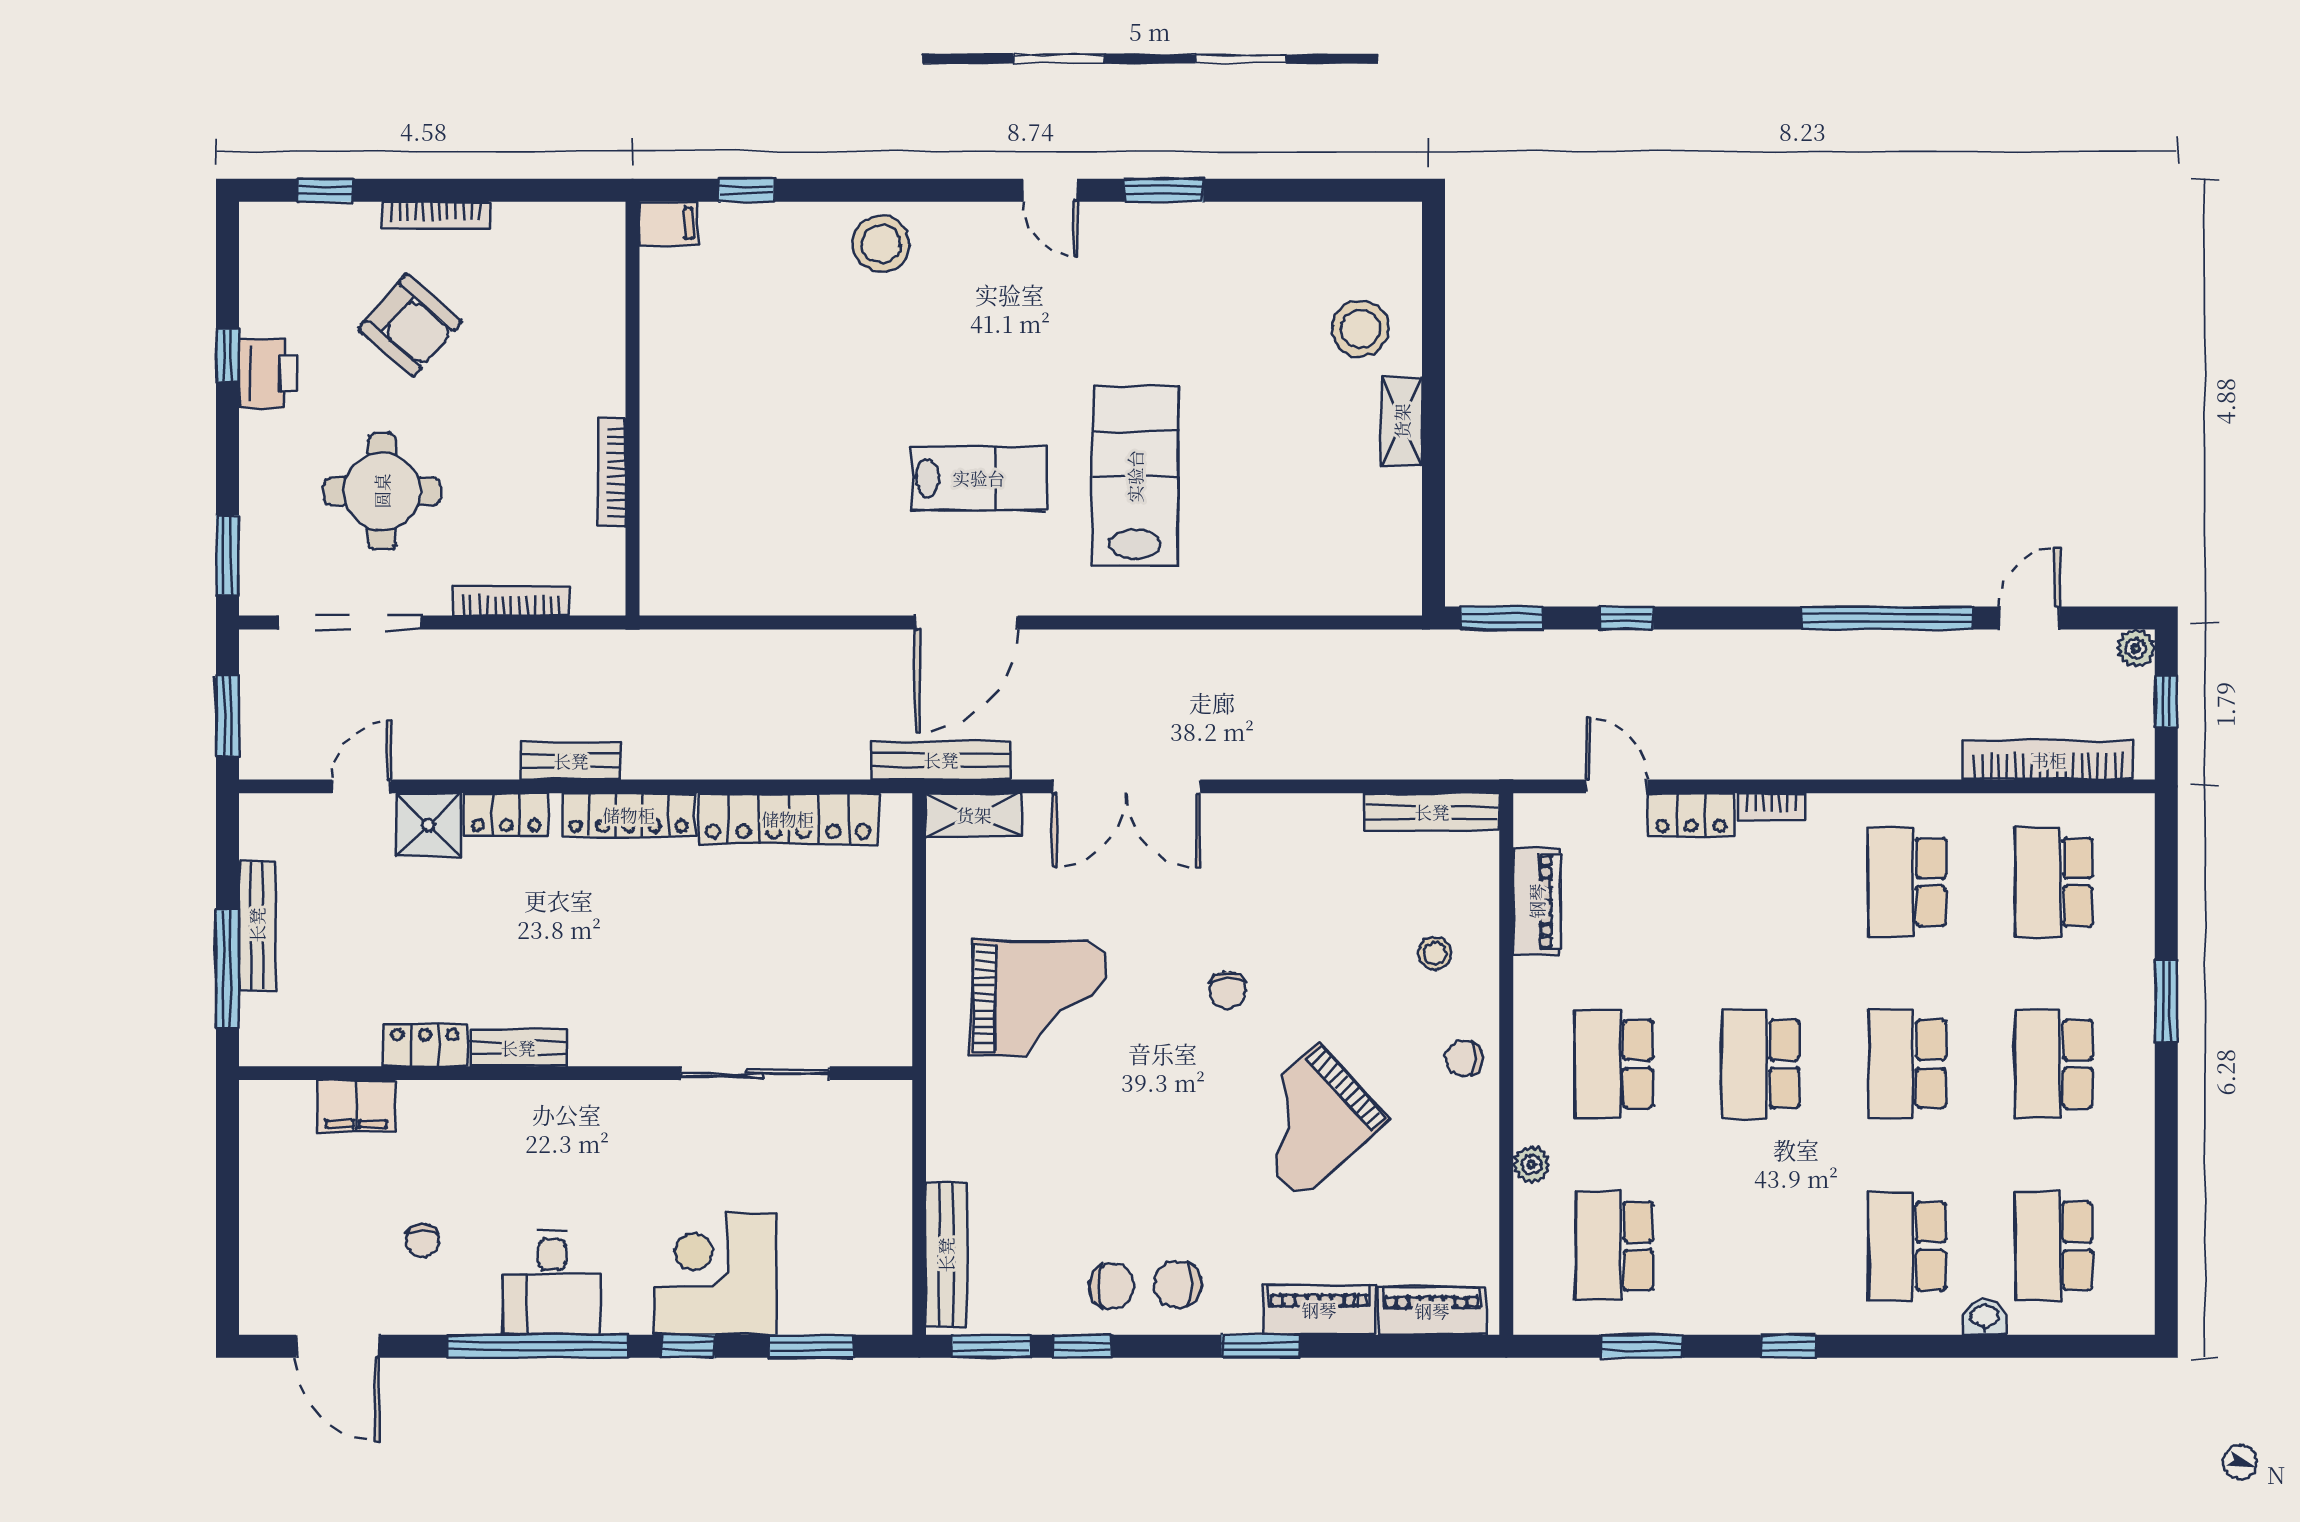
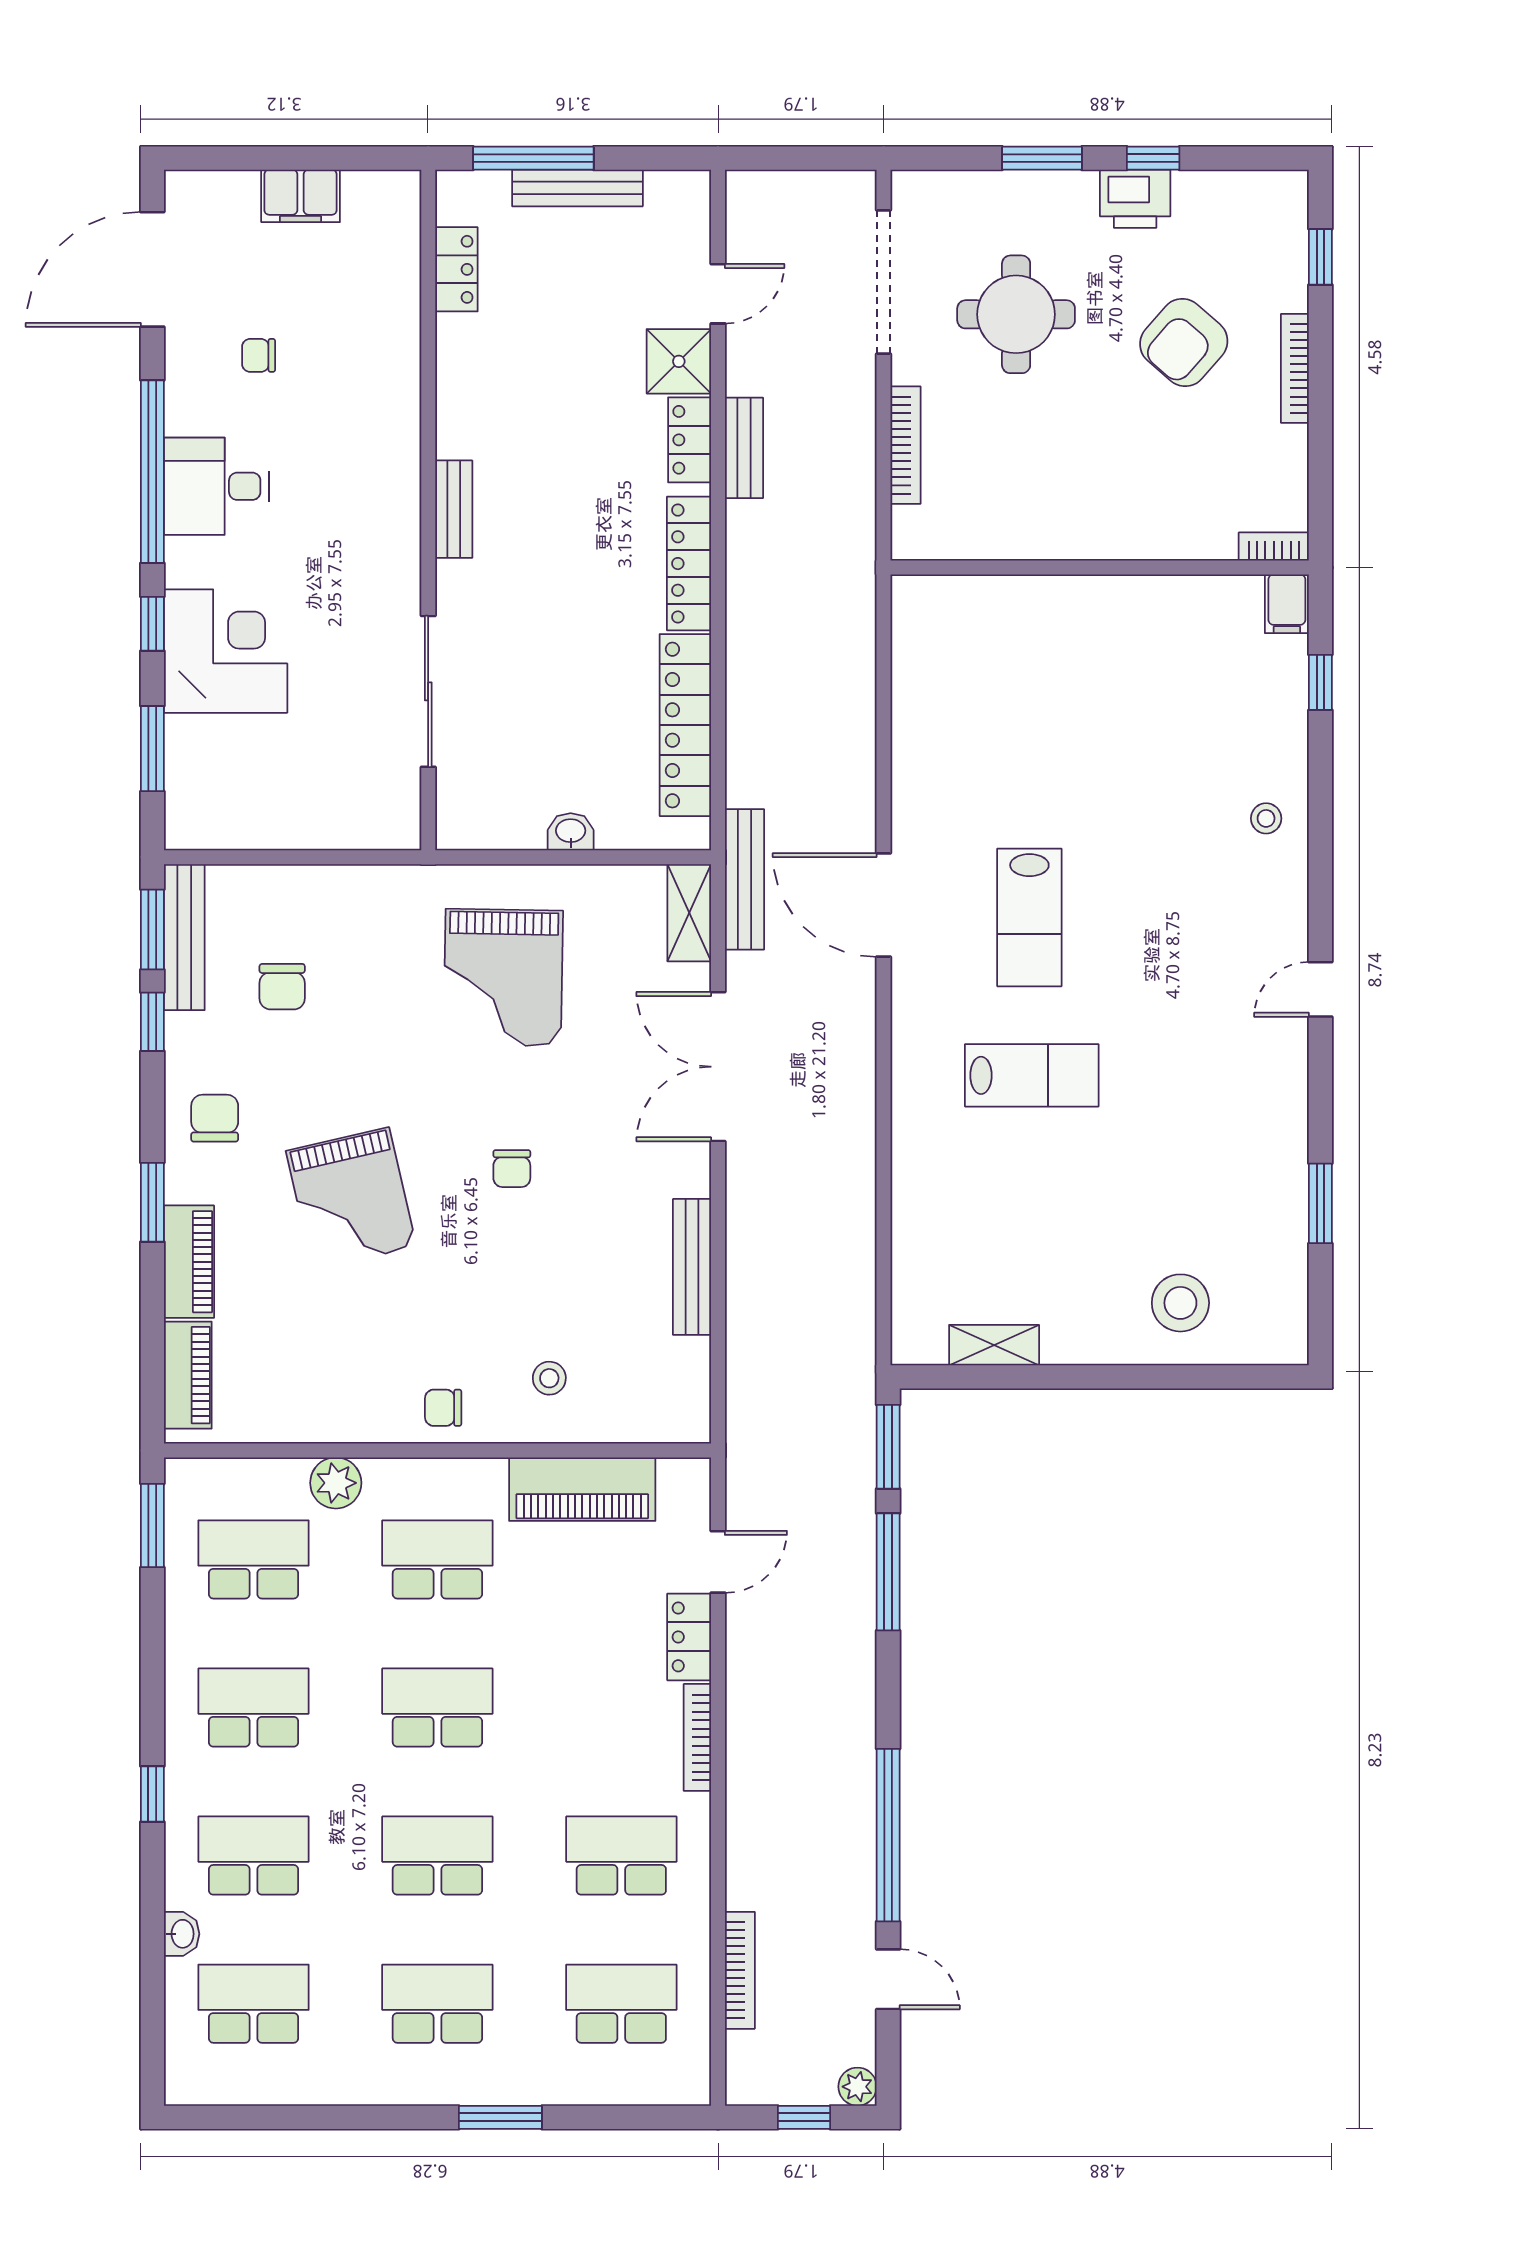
window: (1164, 190) -> (1320, 1203), moved
stool: (881, 244) -> (1266, 818), width x0.53, depth x0.53
shelving: (1402, 421) -> (994, 1345), moved
bookcase: (612, 472) -> (1274, 547), moved, width x0.64
lab bench: (1135, 476) -> (1032, 1075), width x0.73, depth x0.72
window: (227, 555) -> (1042, 158), moved
window: (1626, 618) -> (888, 1572), width x2.17
window: (227, 716) -> (789, 158), removed
bookcase: (2049, 760) -> (740, 1970), width x0.68, depth x0.76
bench: (571, 761) -> (744, 448), moved
door: (362, 786) -> (718, 294), hinge flipped
bookcase: (1771, 807) -> (697, 1737), width x1.56
bench: (1432, 812) -> (692, 1267), moved
piano: (1537, 901) -> (582, 1489), width x1.37, depth x1.33
washbasin: (894, 932) -> (571, 832), added
chair: (1227, 990) -> (512, 1169), turned -90
locker: (425, 1045) -> (456, 269), moved
bench: (518, 1048) -> (454, 509), moved
chair: (1464, 1058) -> (443, 1408), turned -90
filing cabinet: (356, 1106) -> (301, 196), moved, turned -90
grand piano: (1310, 1121) -> (351, 1199), moved, turned -151
plant: (1531, 1165) -> (336, 1483), width x1.38, depth x1.38
school desk: (1761, 1246) -> (253, 1708), added
bench: (946, 1255) -> (184, 937), moved, turned 90
chair: (1112, 1286) -> (282, 987), moved
door: (338, 1346) -> (152, 269), width x1.36
window: (1641, 1346) -> (152, 1526), moved
window: (1788, 1346) -> (152, 1794), moved

